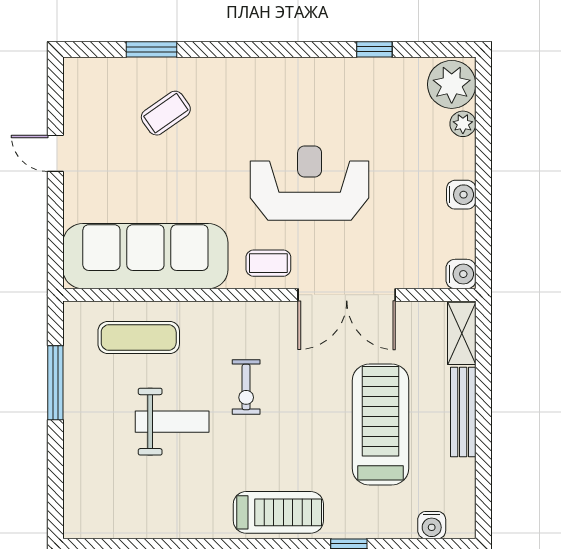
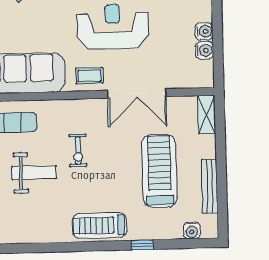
water cooler: (461, 274) -> (204, 50), moved
bench: (463, 412) -> (210, 186), moved
treadmill: (278, 512) -> (99, 225), turned 180

